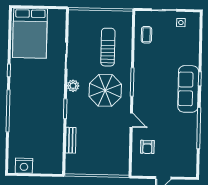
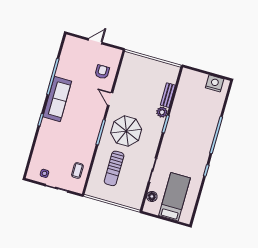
floor lamp: (60, 28) -> (152, 196), added
bed: (30, 33) -> (174, 197), width x0.67
plant: (73, 86) -> (162, 112), moved
sofa: (188, 89) -> (57, 99), moved

